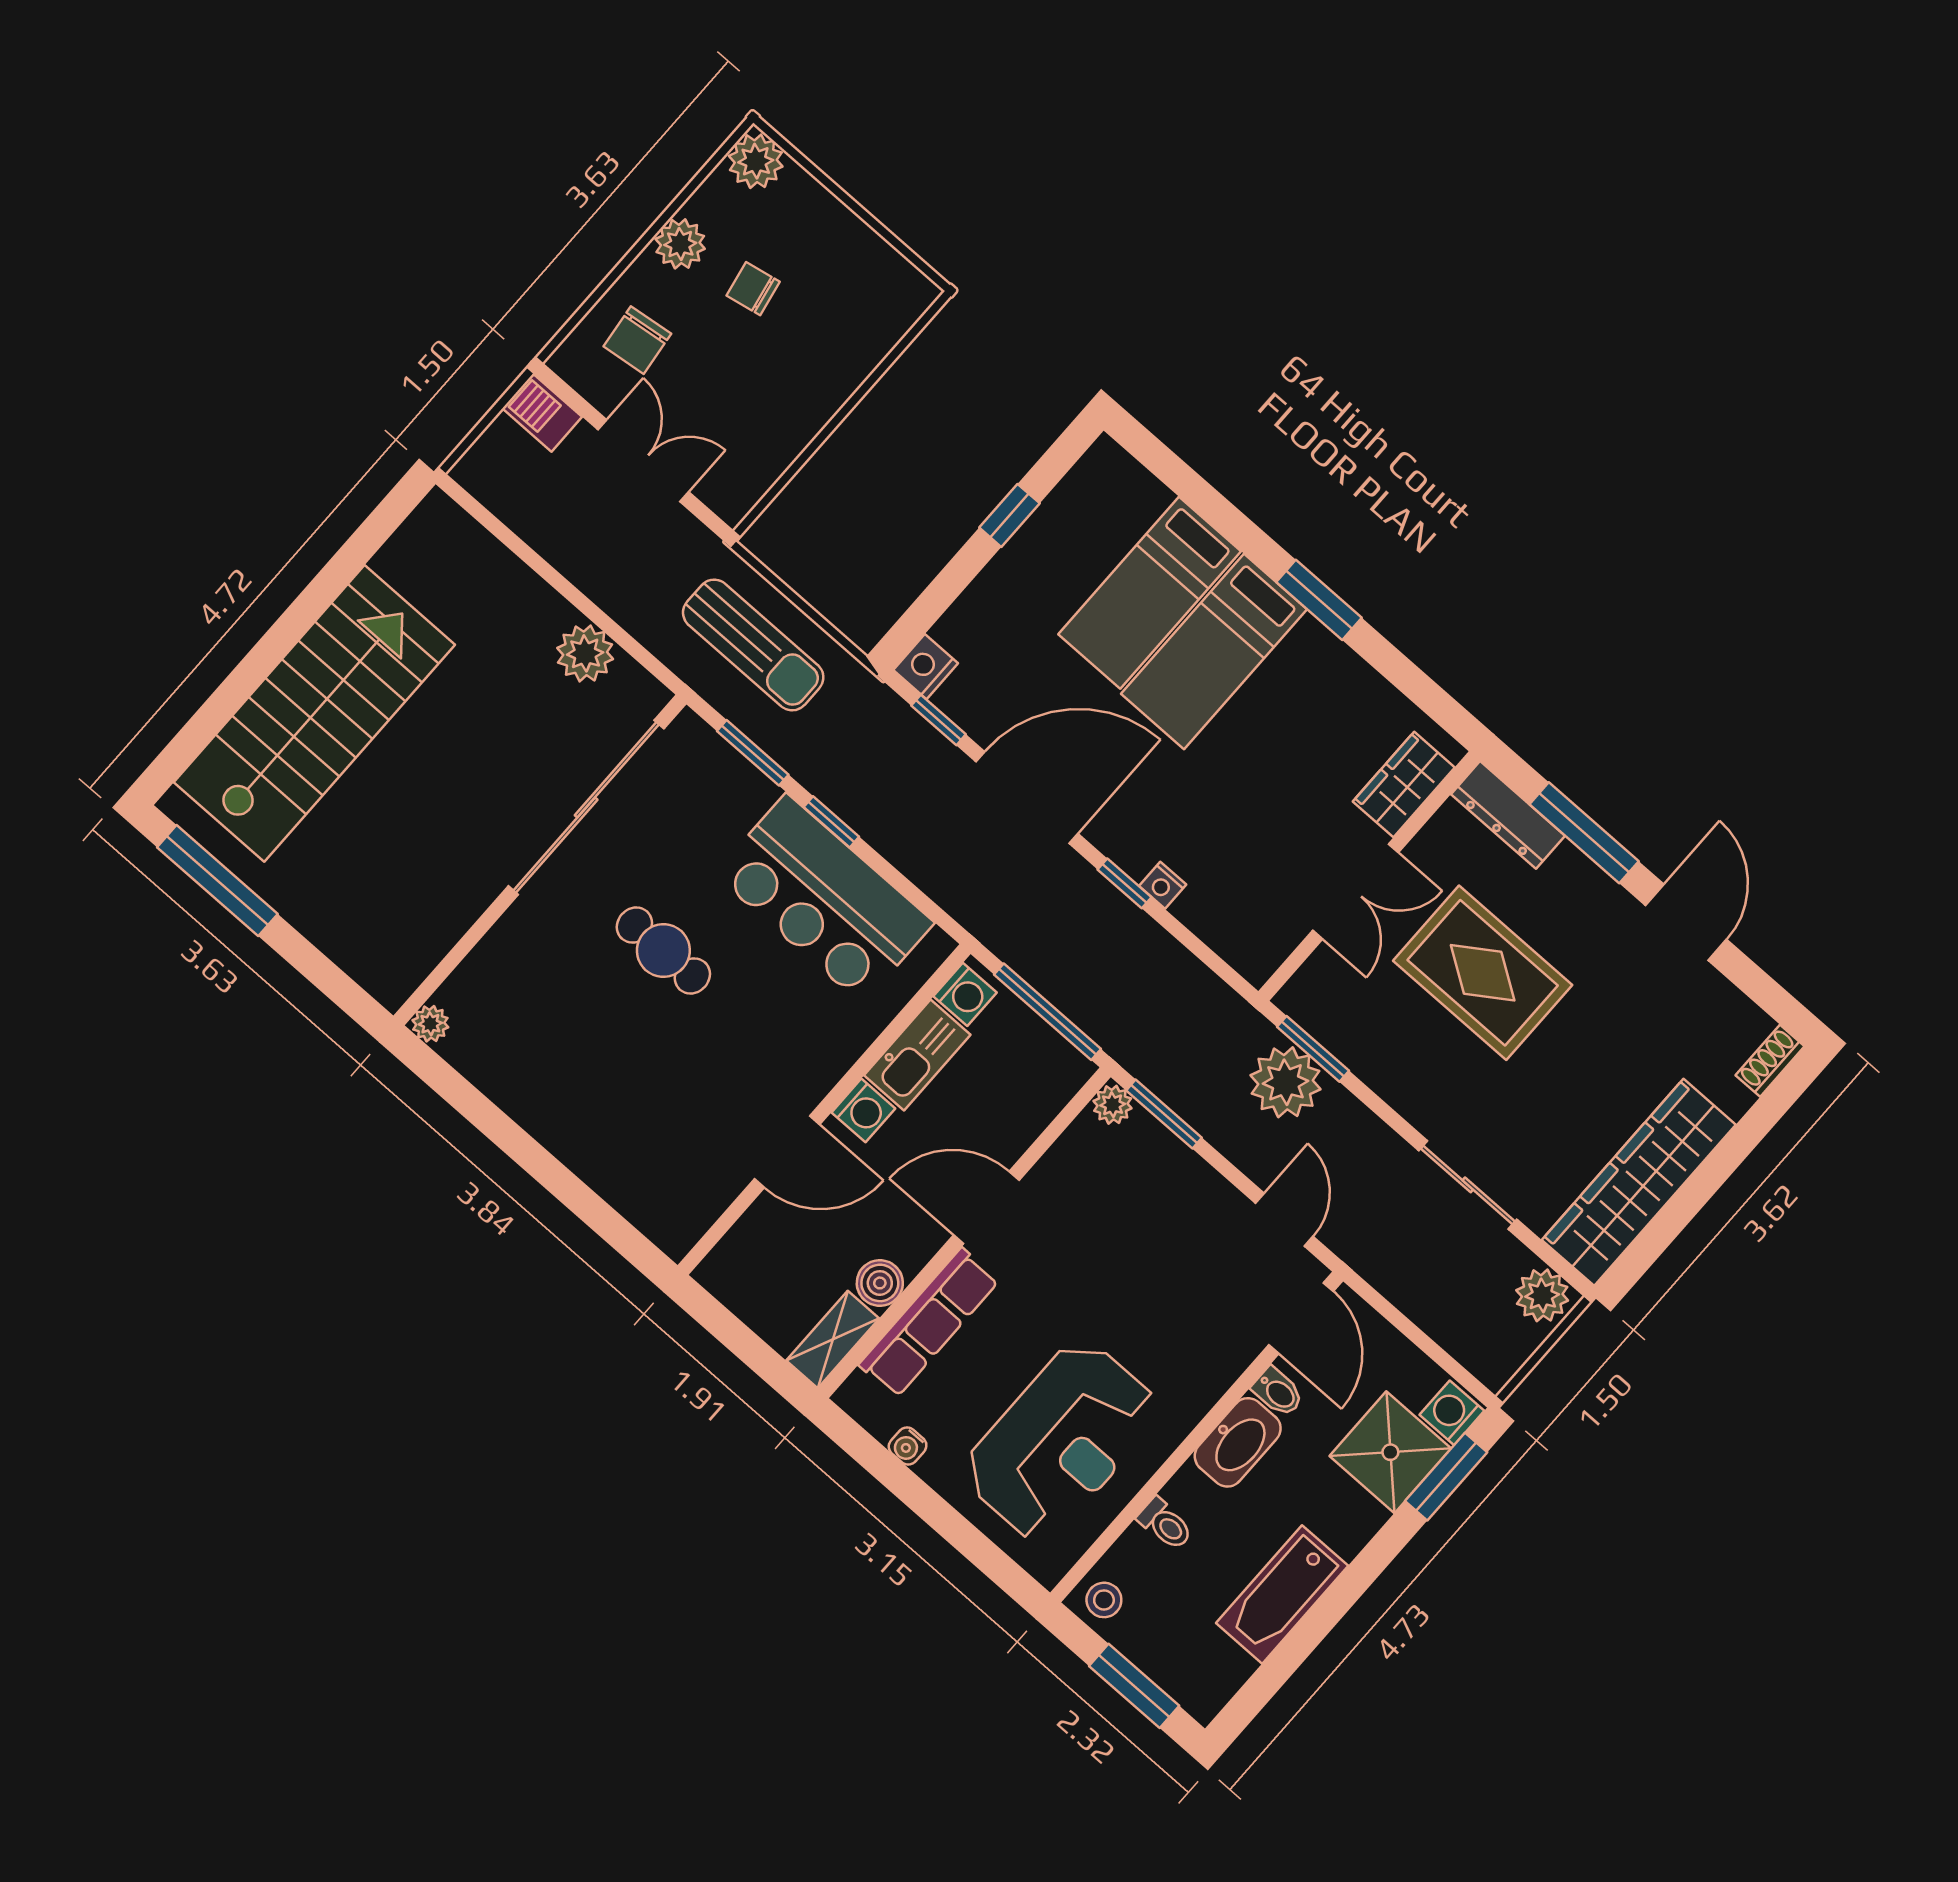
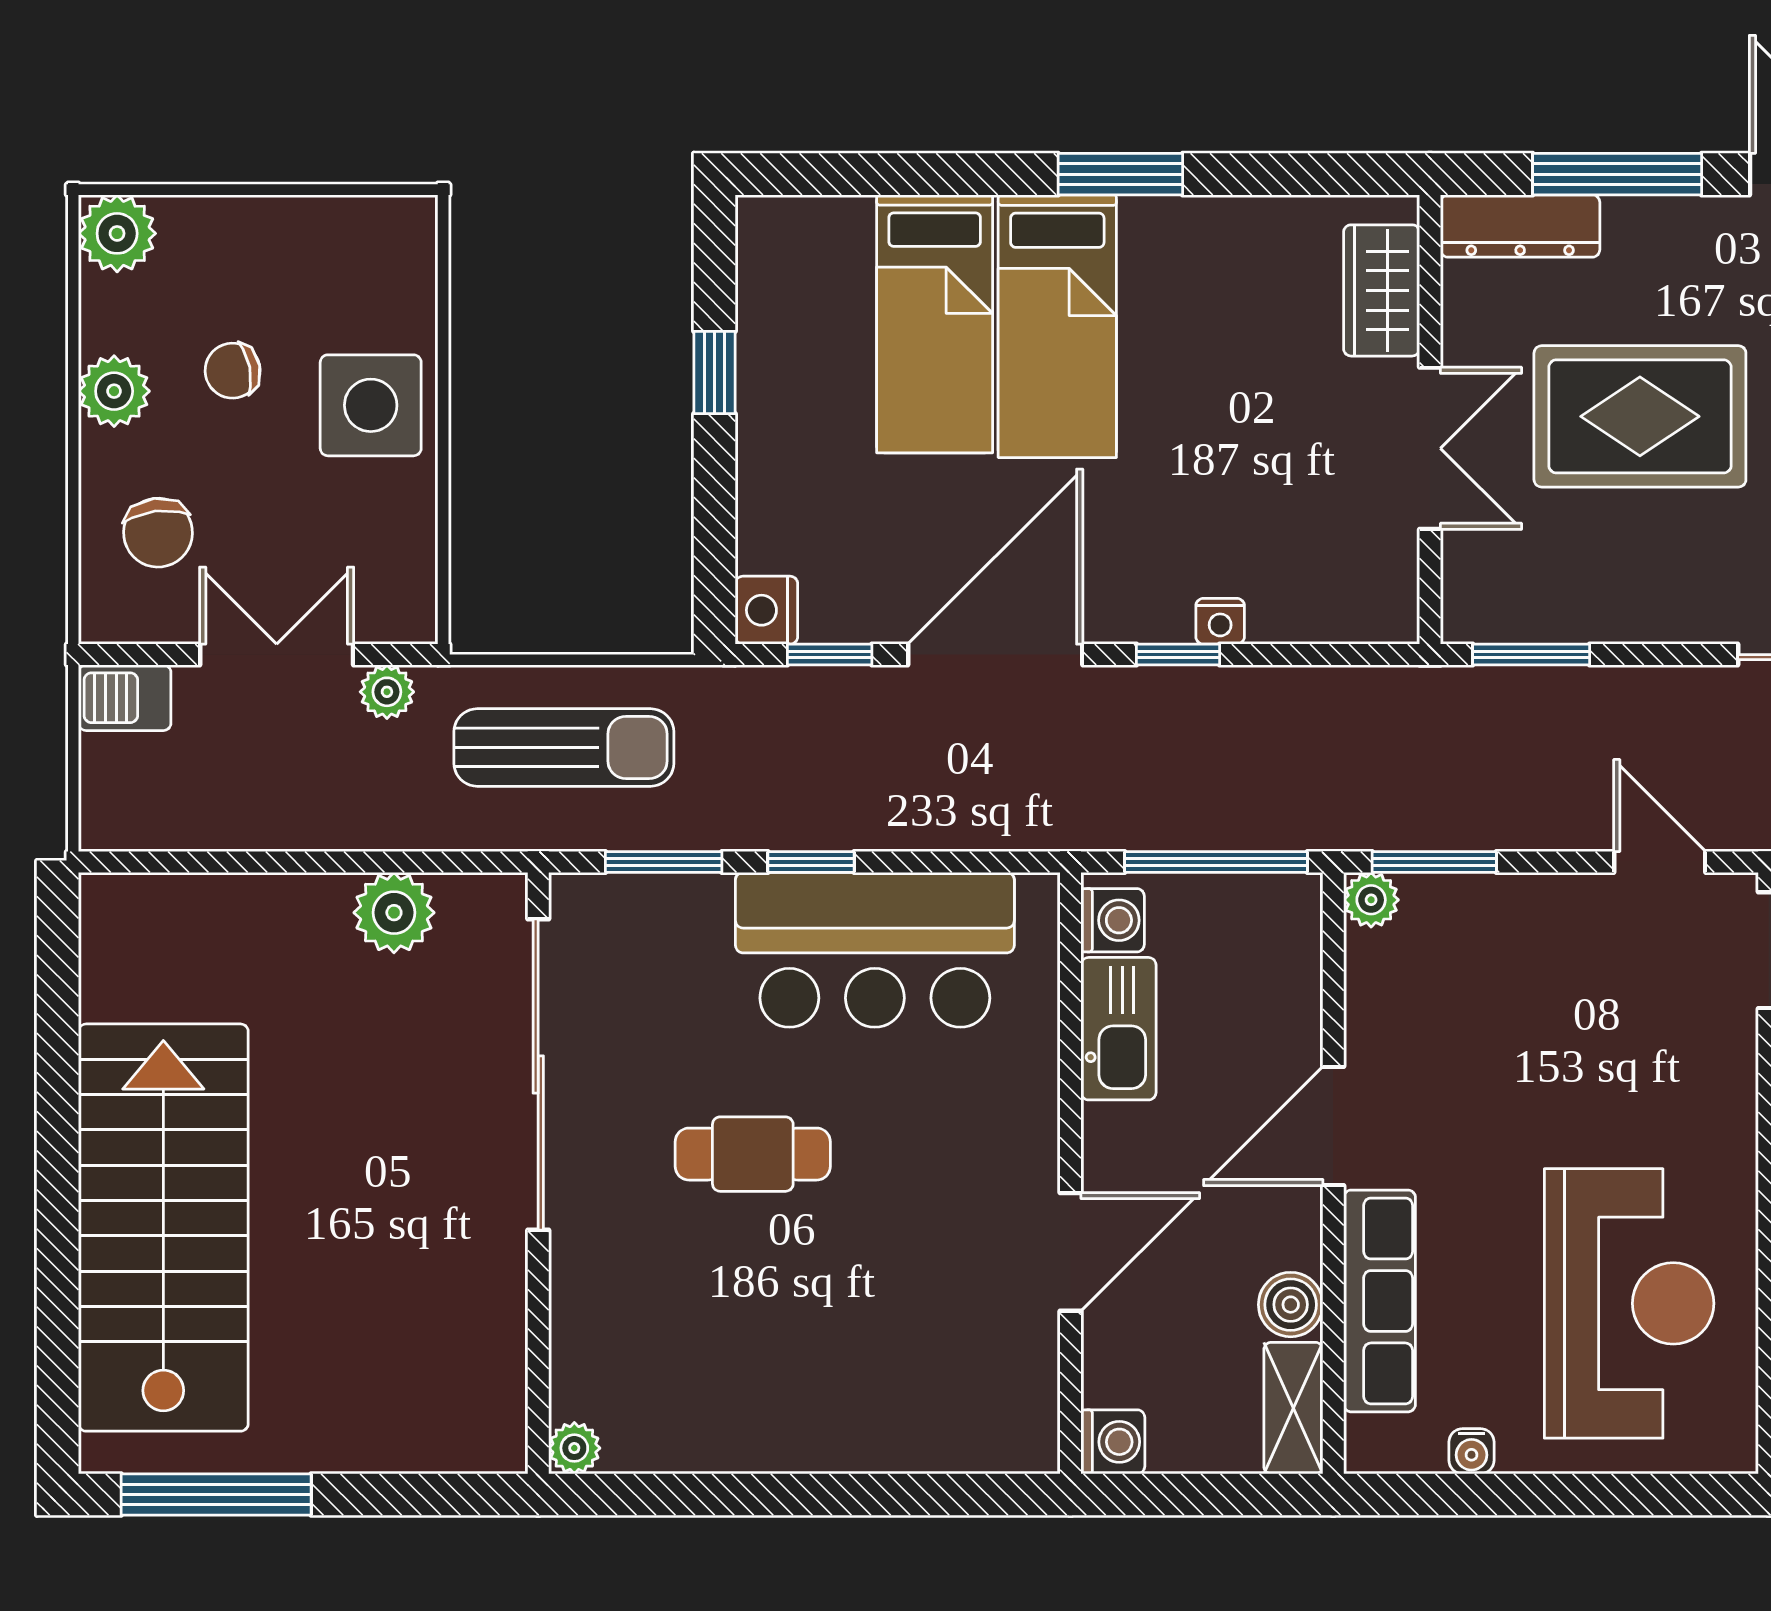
side table: (810, 372) -> (371, 405), added
plant: (1286, 1082) -> (387, 692), moved, width x0.53, depth x0.53
washing machine: (863, 1110) -> (1113, 1442), moved

